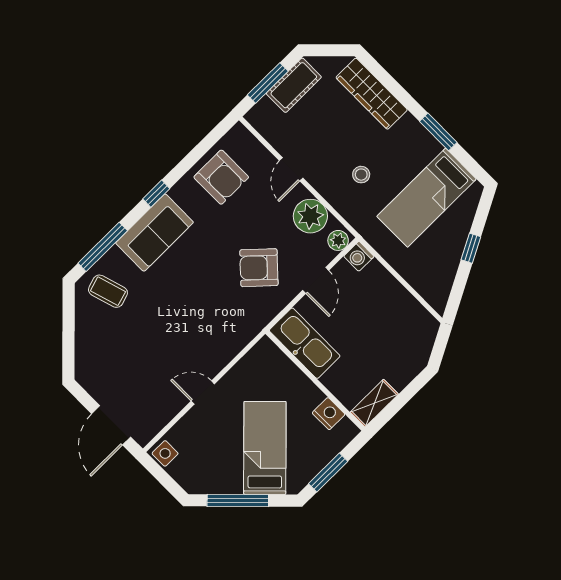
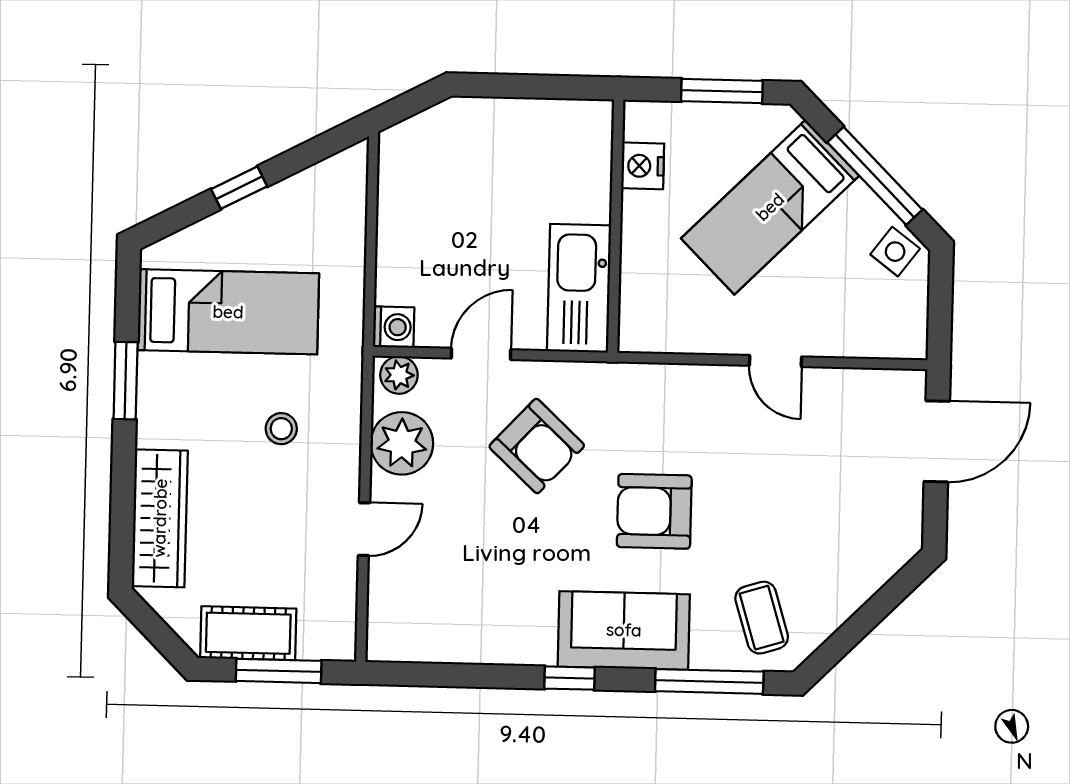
armchair: (221, 177) -> (654, 511), moved, turned -90
shelving: (374, 403) -> (570, 118), removed
side table: (165, 453) -> (895, 252), moved, turned 37

